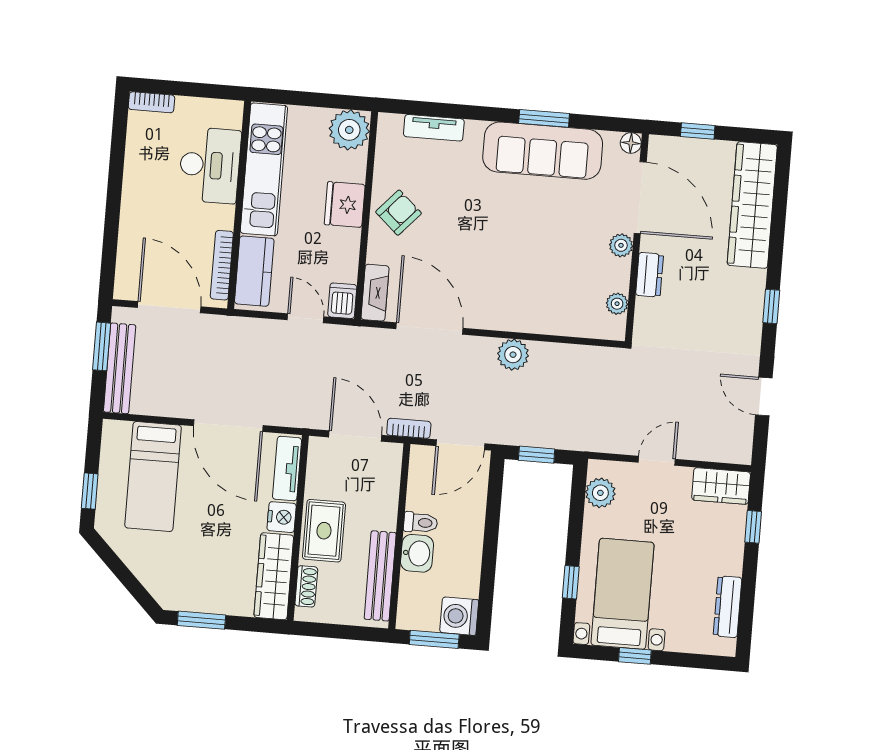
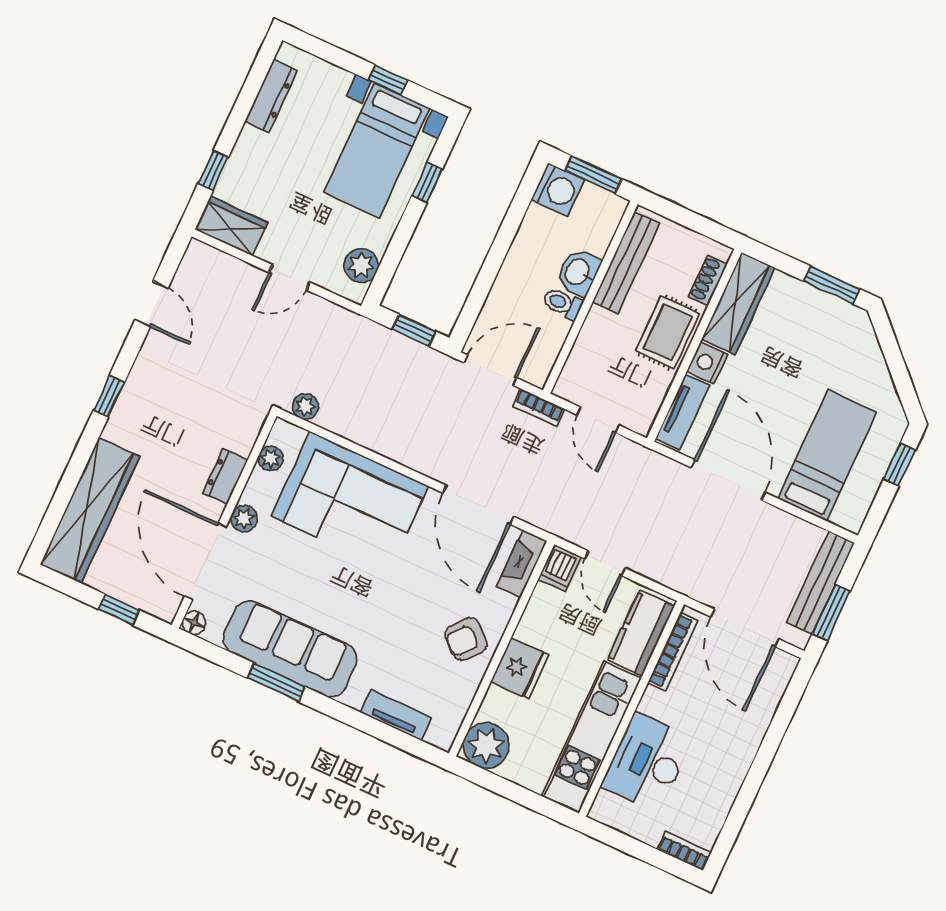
corner sofa: (538, 292) -> (350, 501), added
plant: (513, 355) -> (305, 406), moved, width x0.73, depth x0.73
door: (355, 436) -> (598, 420), width x0.73

